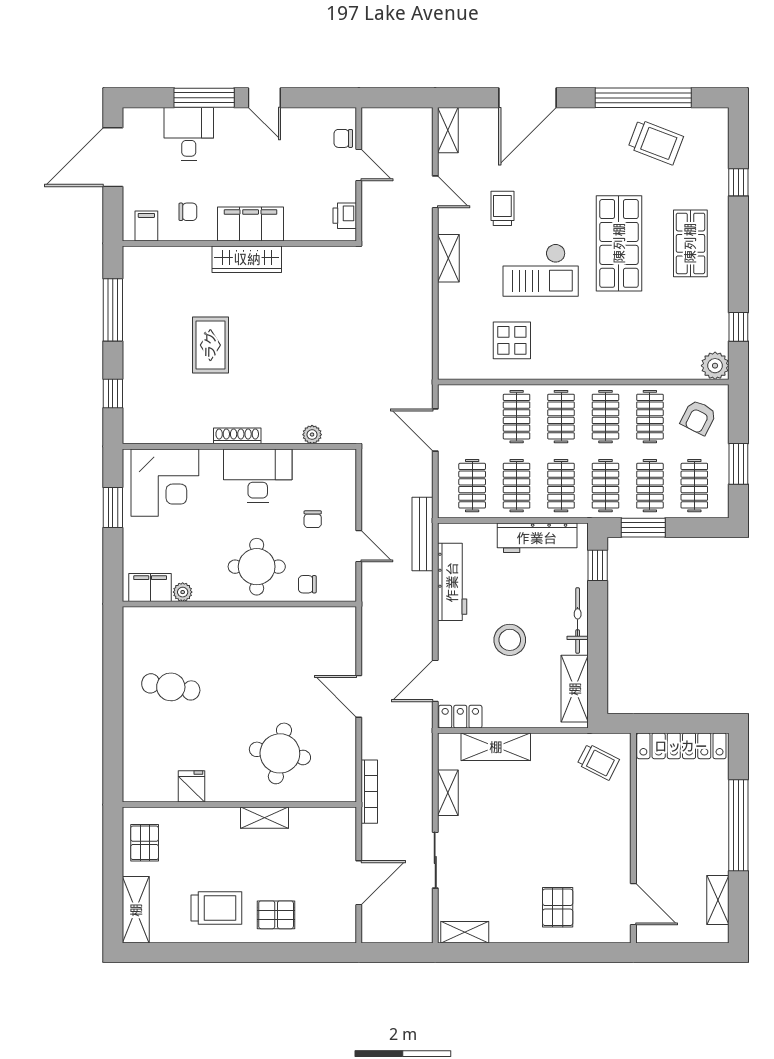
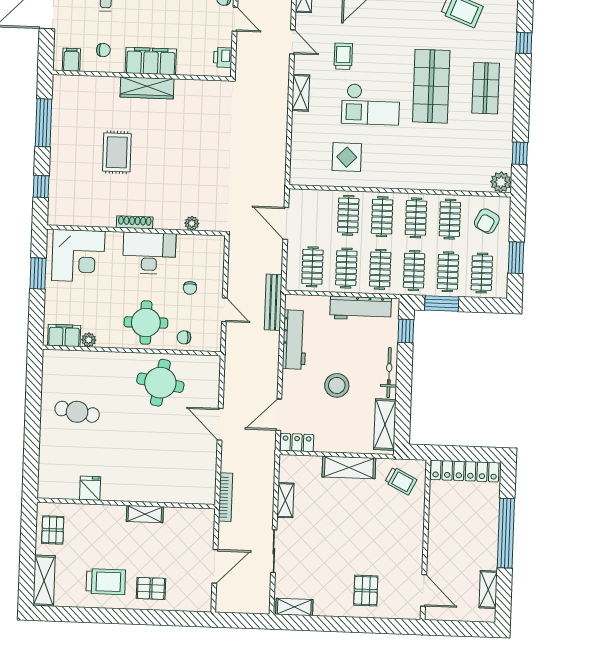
shelving: (496, 747) -> (349, 467), moved
round table: (280, 753) -> (160, 383), moved

